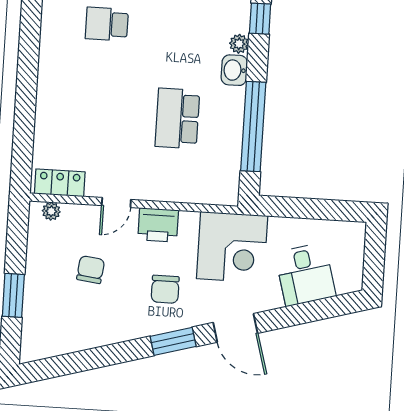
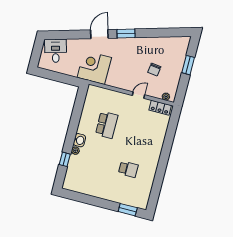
window: (253, 126) -> (76, 115), removed
printer: (158, 225) -> (123, 83), removed
desk: (305, 274) -> (56, 51), moved
chair: (165, 289) -> (125, 56), removed
door: (235, 328) -> (99, 34), hinge flipped

